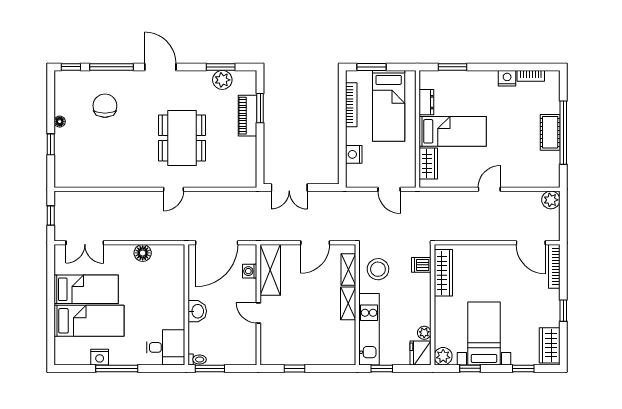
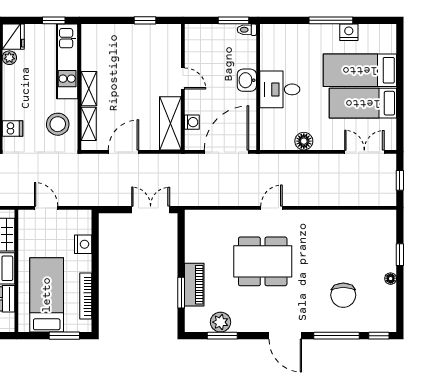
dining table: (182, 138) -> (263, 261), turned 90
desk: (166, 347) -> (280, 89), moved

